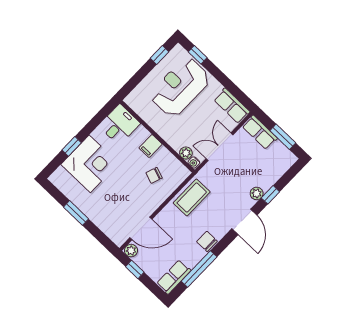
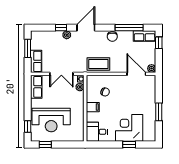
window: (135, 269) -> (159, 43), moved

